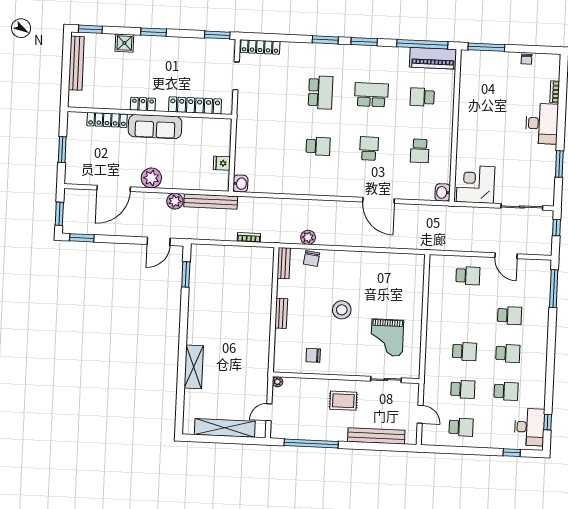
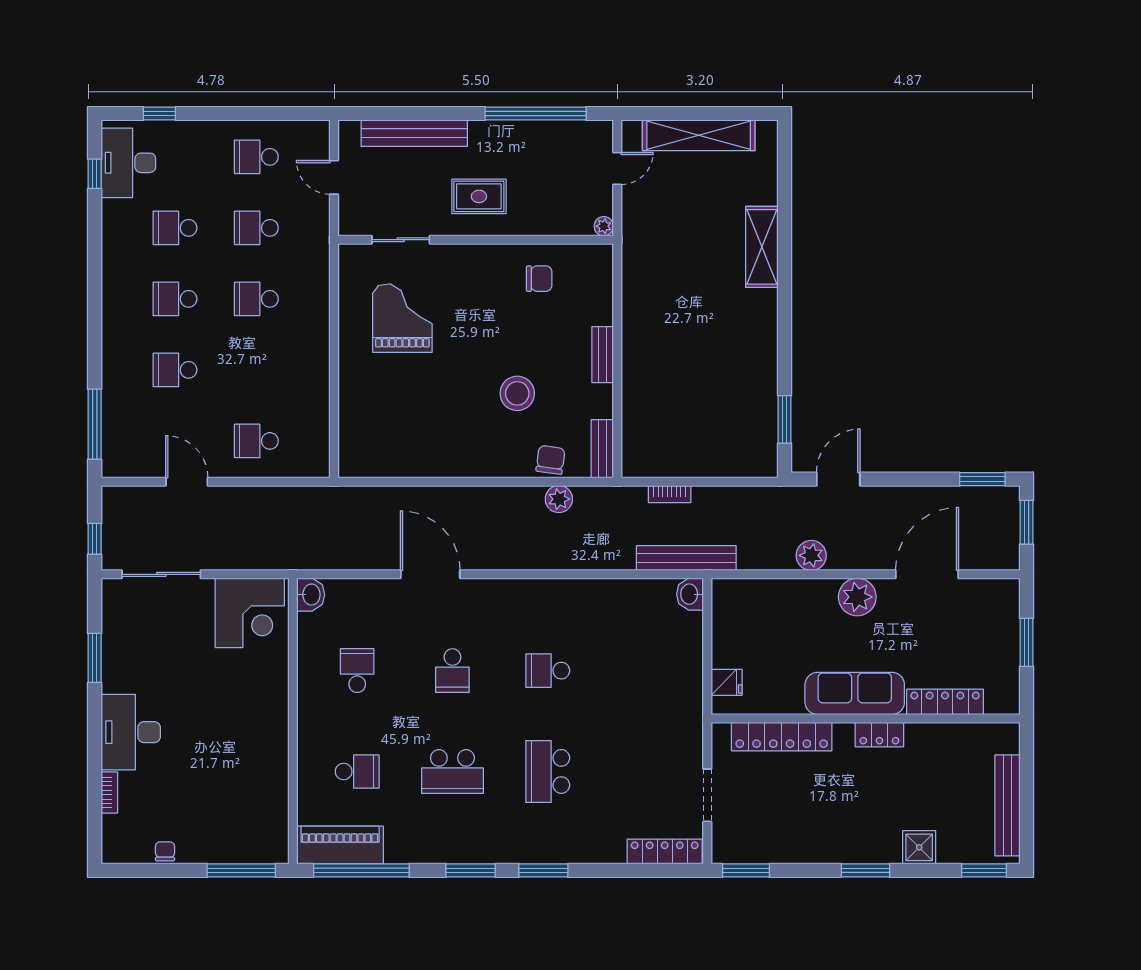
fridge: (222, 163) -> (727, 682), moved
bench: (211, 201) -> (686, 558), moved
stool: (342, 310) -> (517, 393), moved

